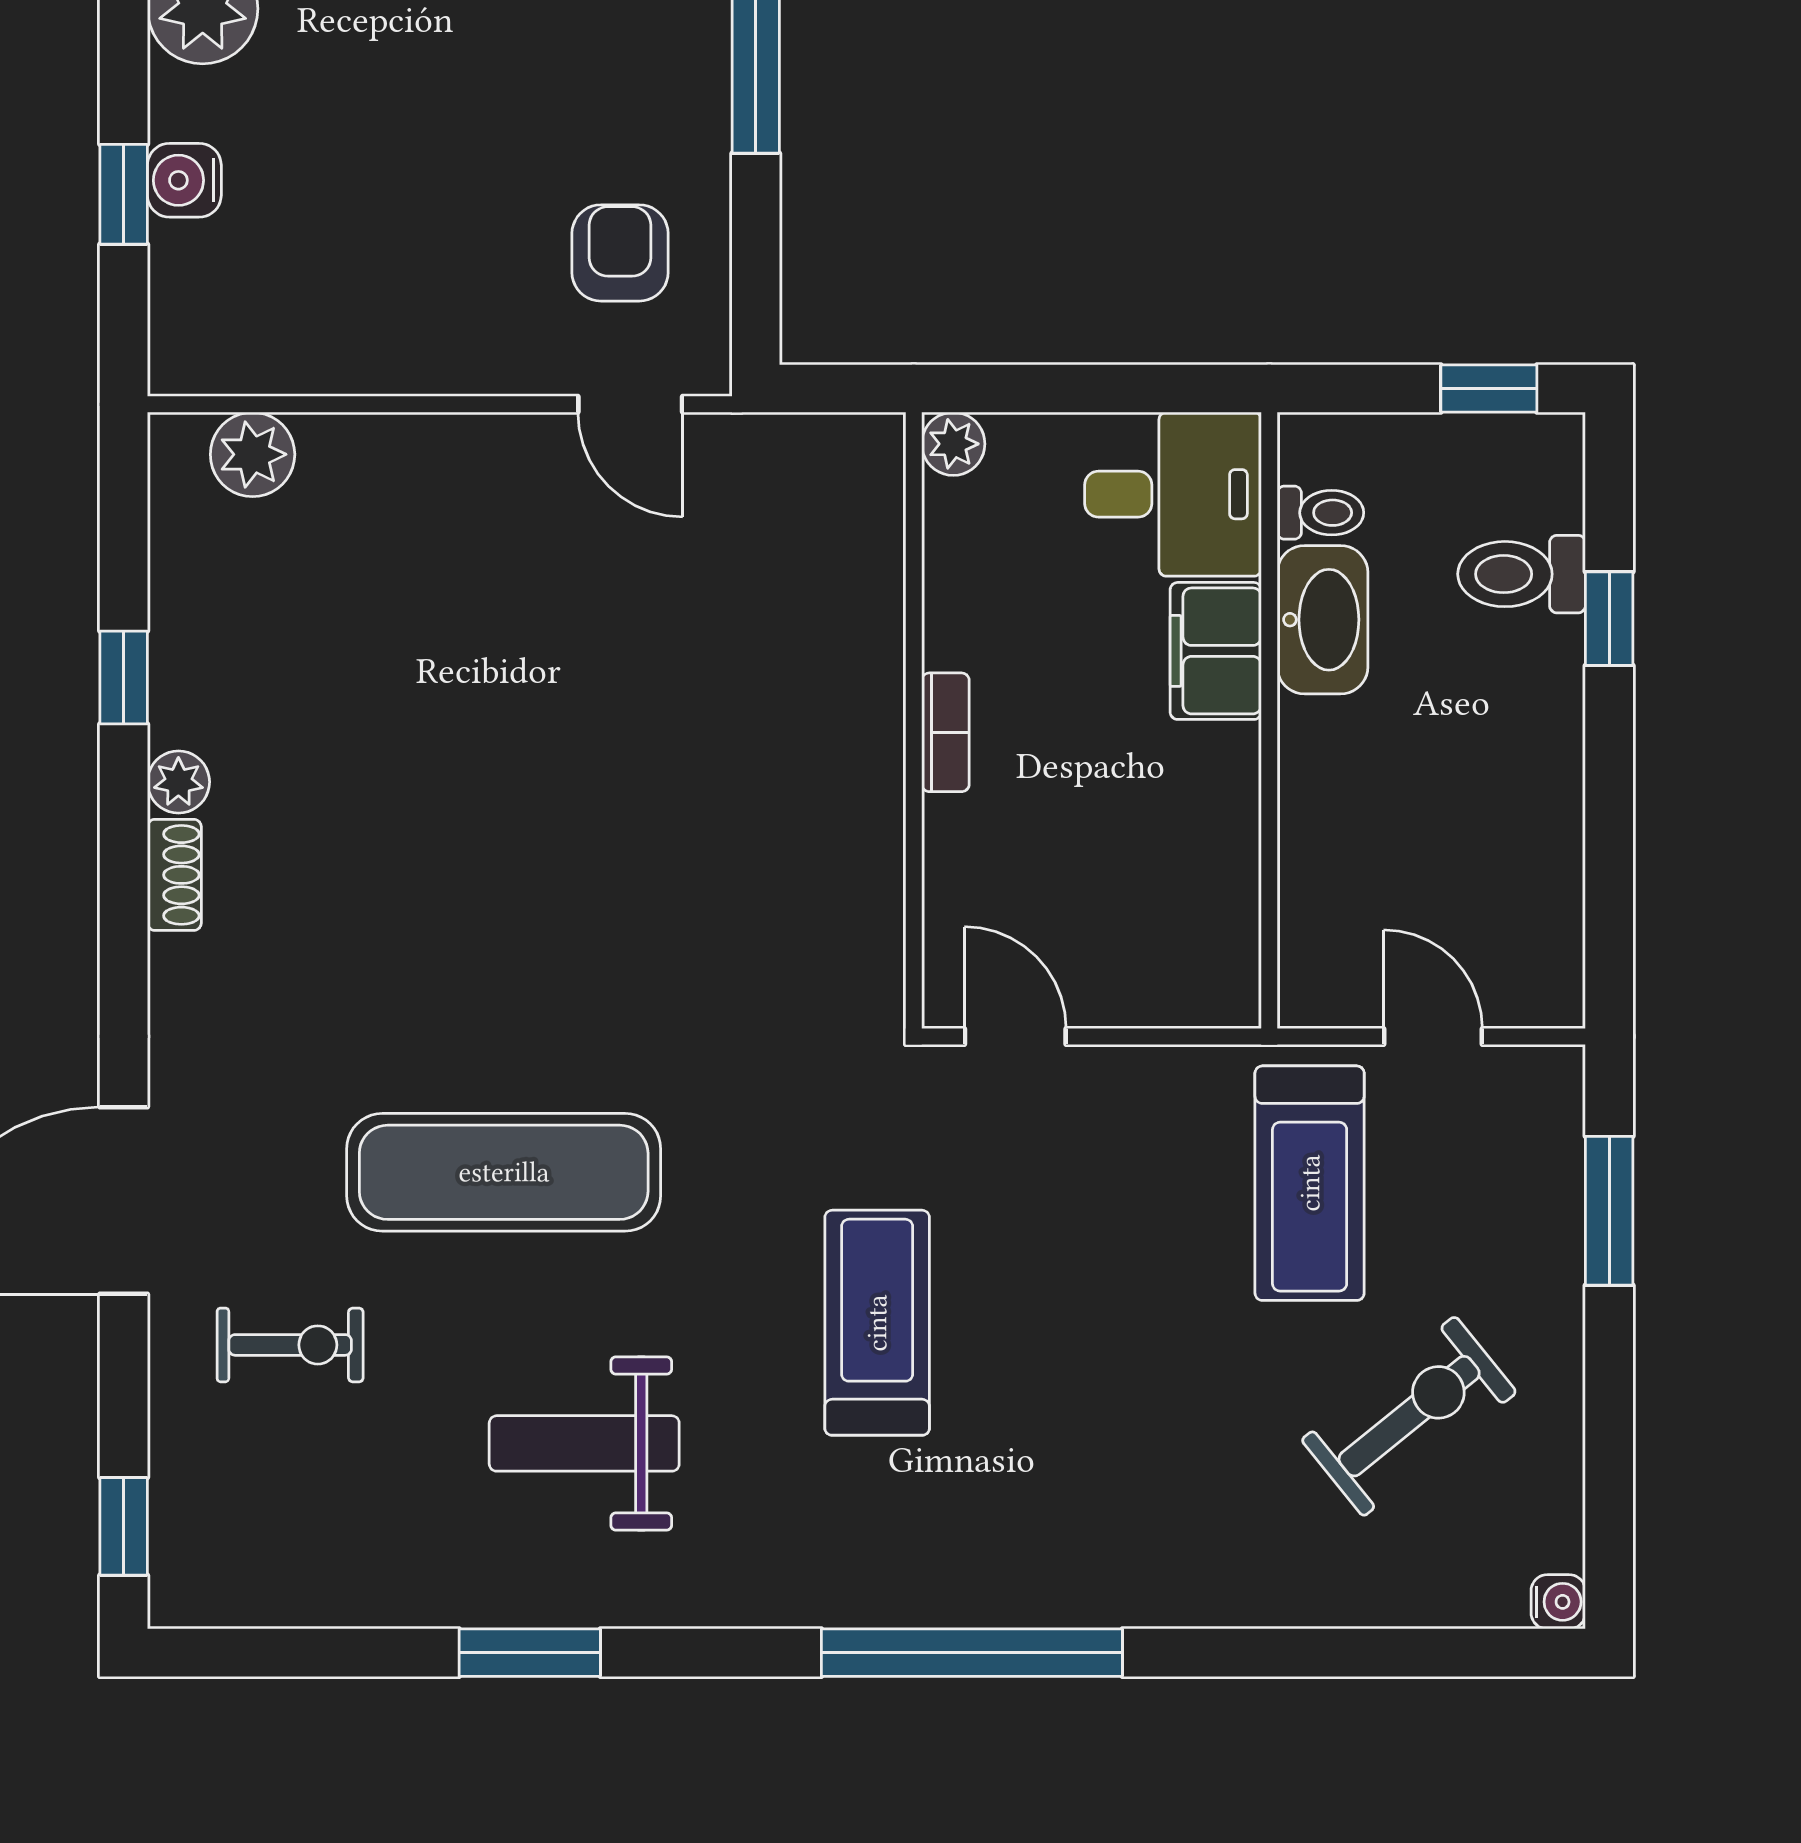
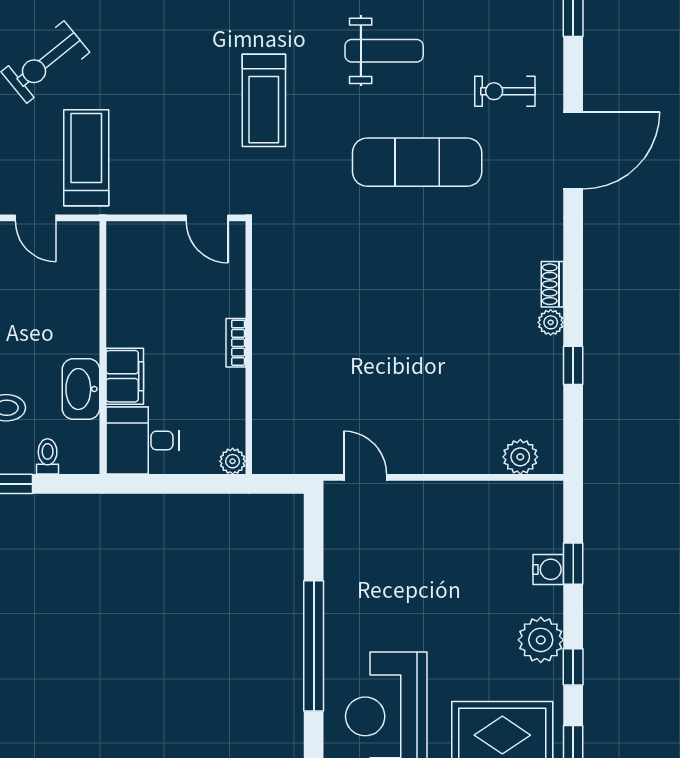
armchair: (620, 253) -> (369, 540), removed
toilet: (1320, 513) -> (48, 456), moved, turned 90

